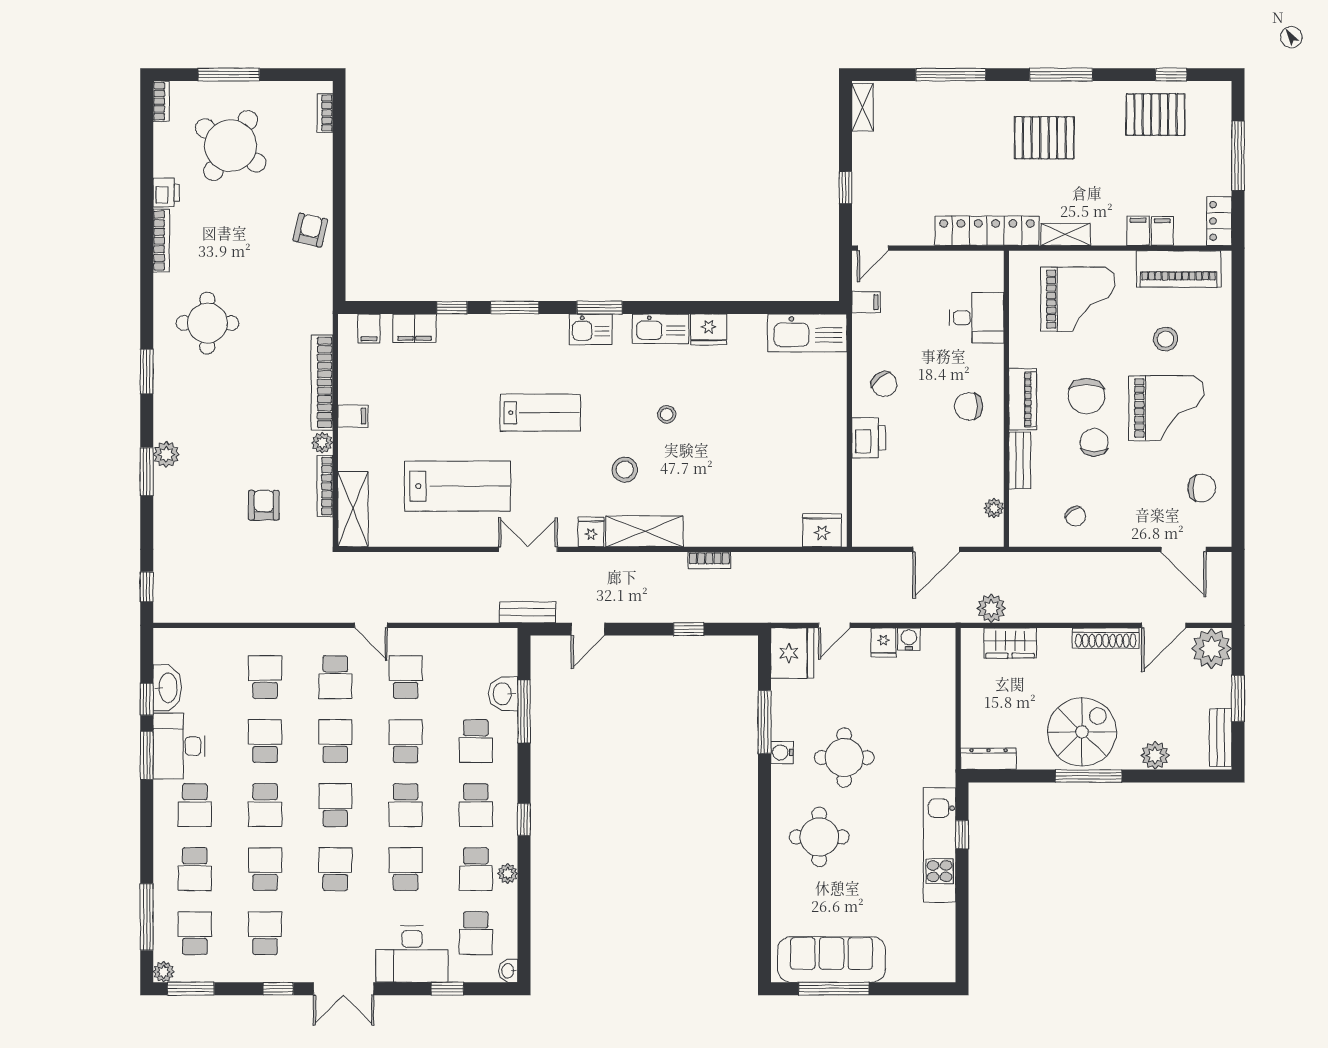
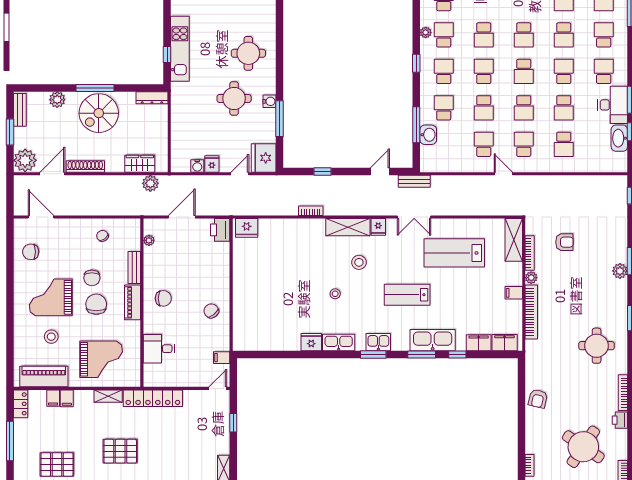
grand piano: (1078, 299) -> (101, 359), turned 180
filing cabinet: (369, 329) -> (505, 343), width x2.00
kitchen sink: (807, 333) -> (433, 340), moved
printer: (869, 438) -> (220, 230), moved
armchair: (264, 505) -> (564, 242), turned -90
school desk: (406, 677) -> (484, 144), turned 180

